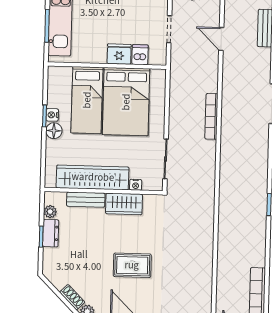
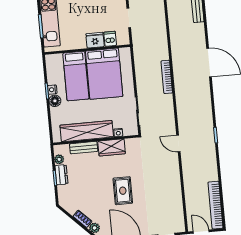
door: (221, 39) -> (178, 144), moved
rug: (132, 265) -> (123, 191), turned 90

